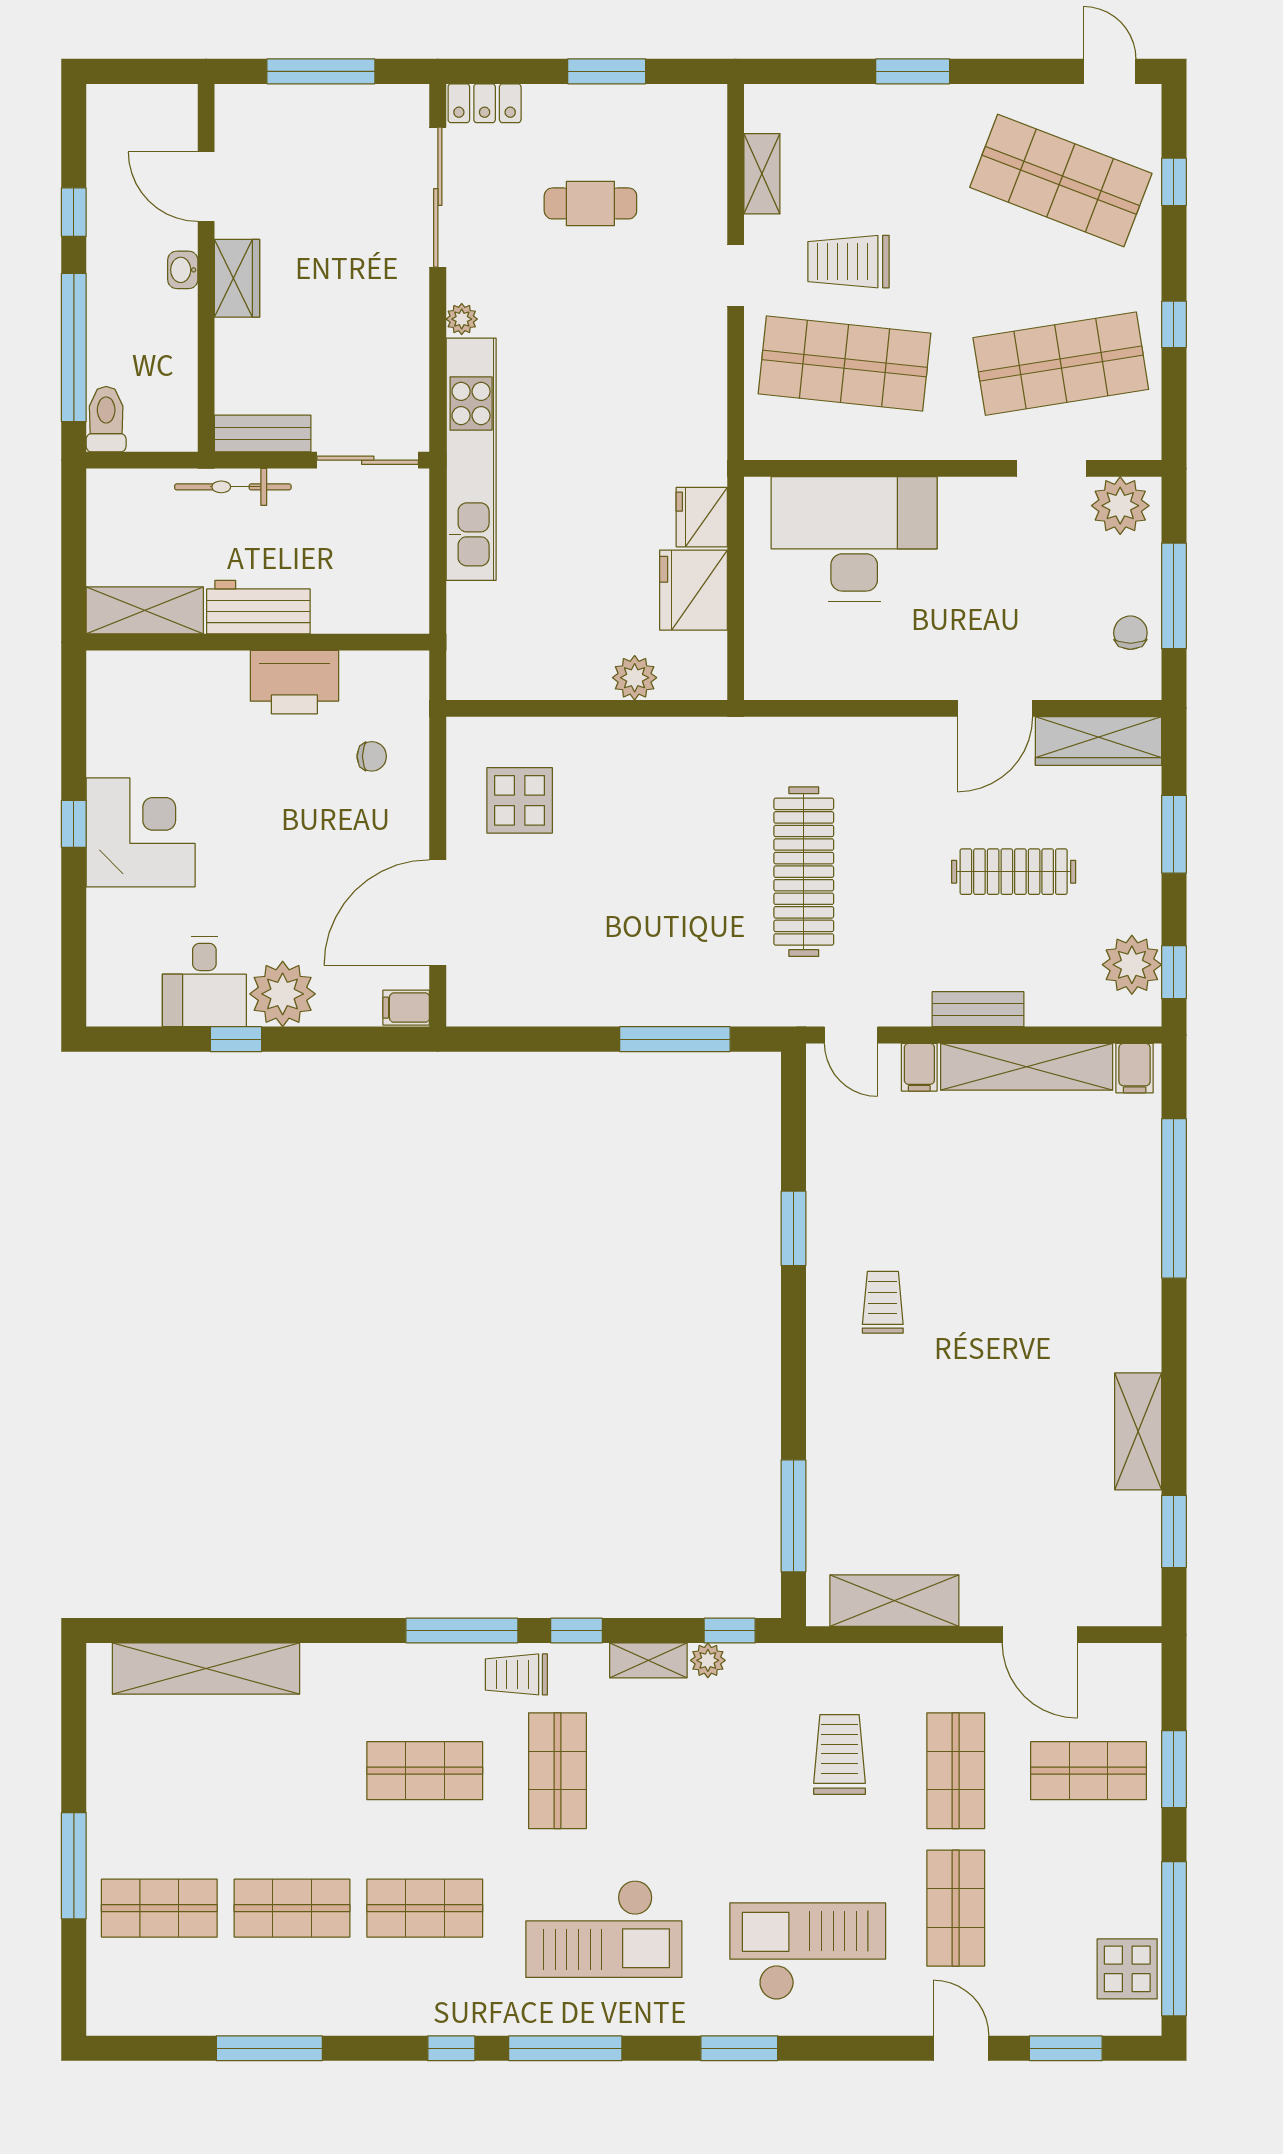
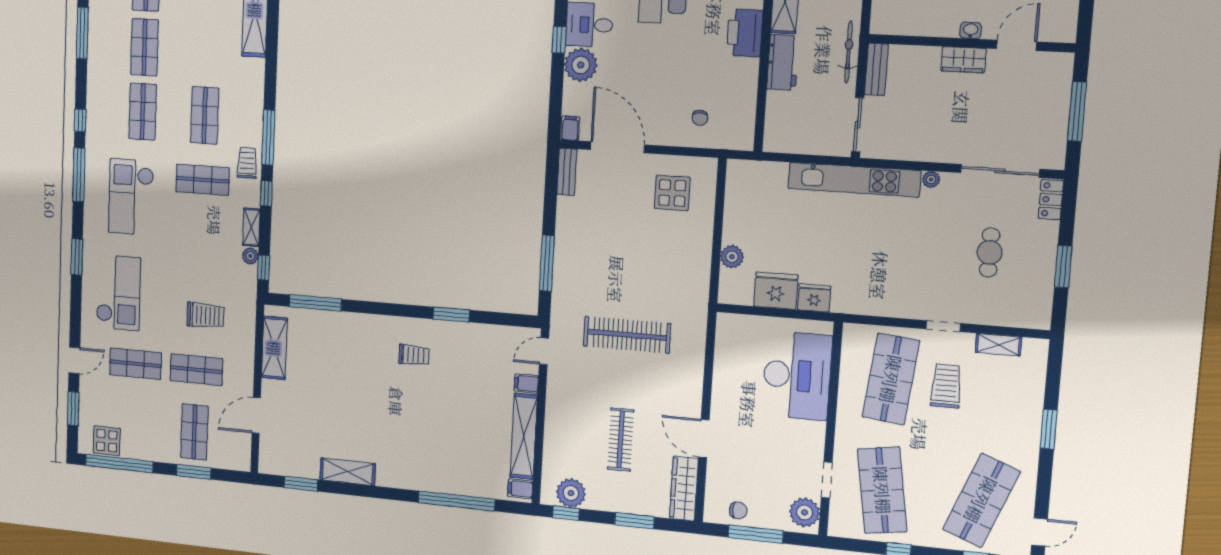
printer: (294, 682) -> (745, 33), moved
bench: (978, 1009) -> (567, 172), moved

